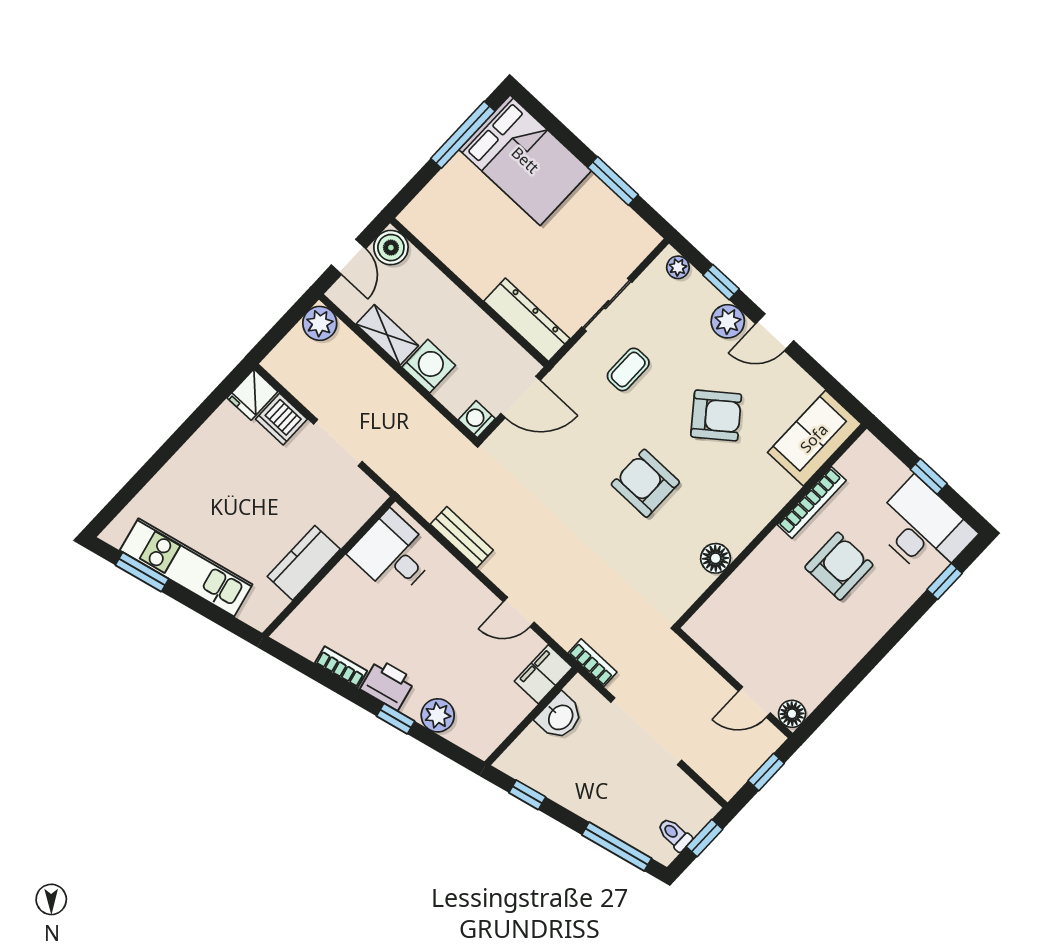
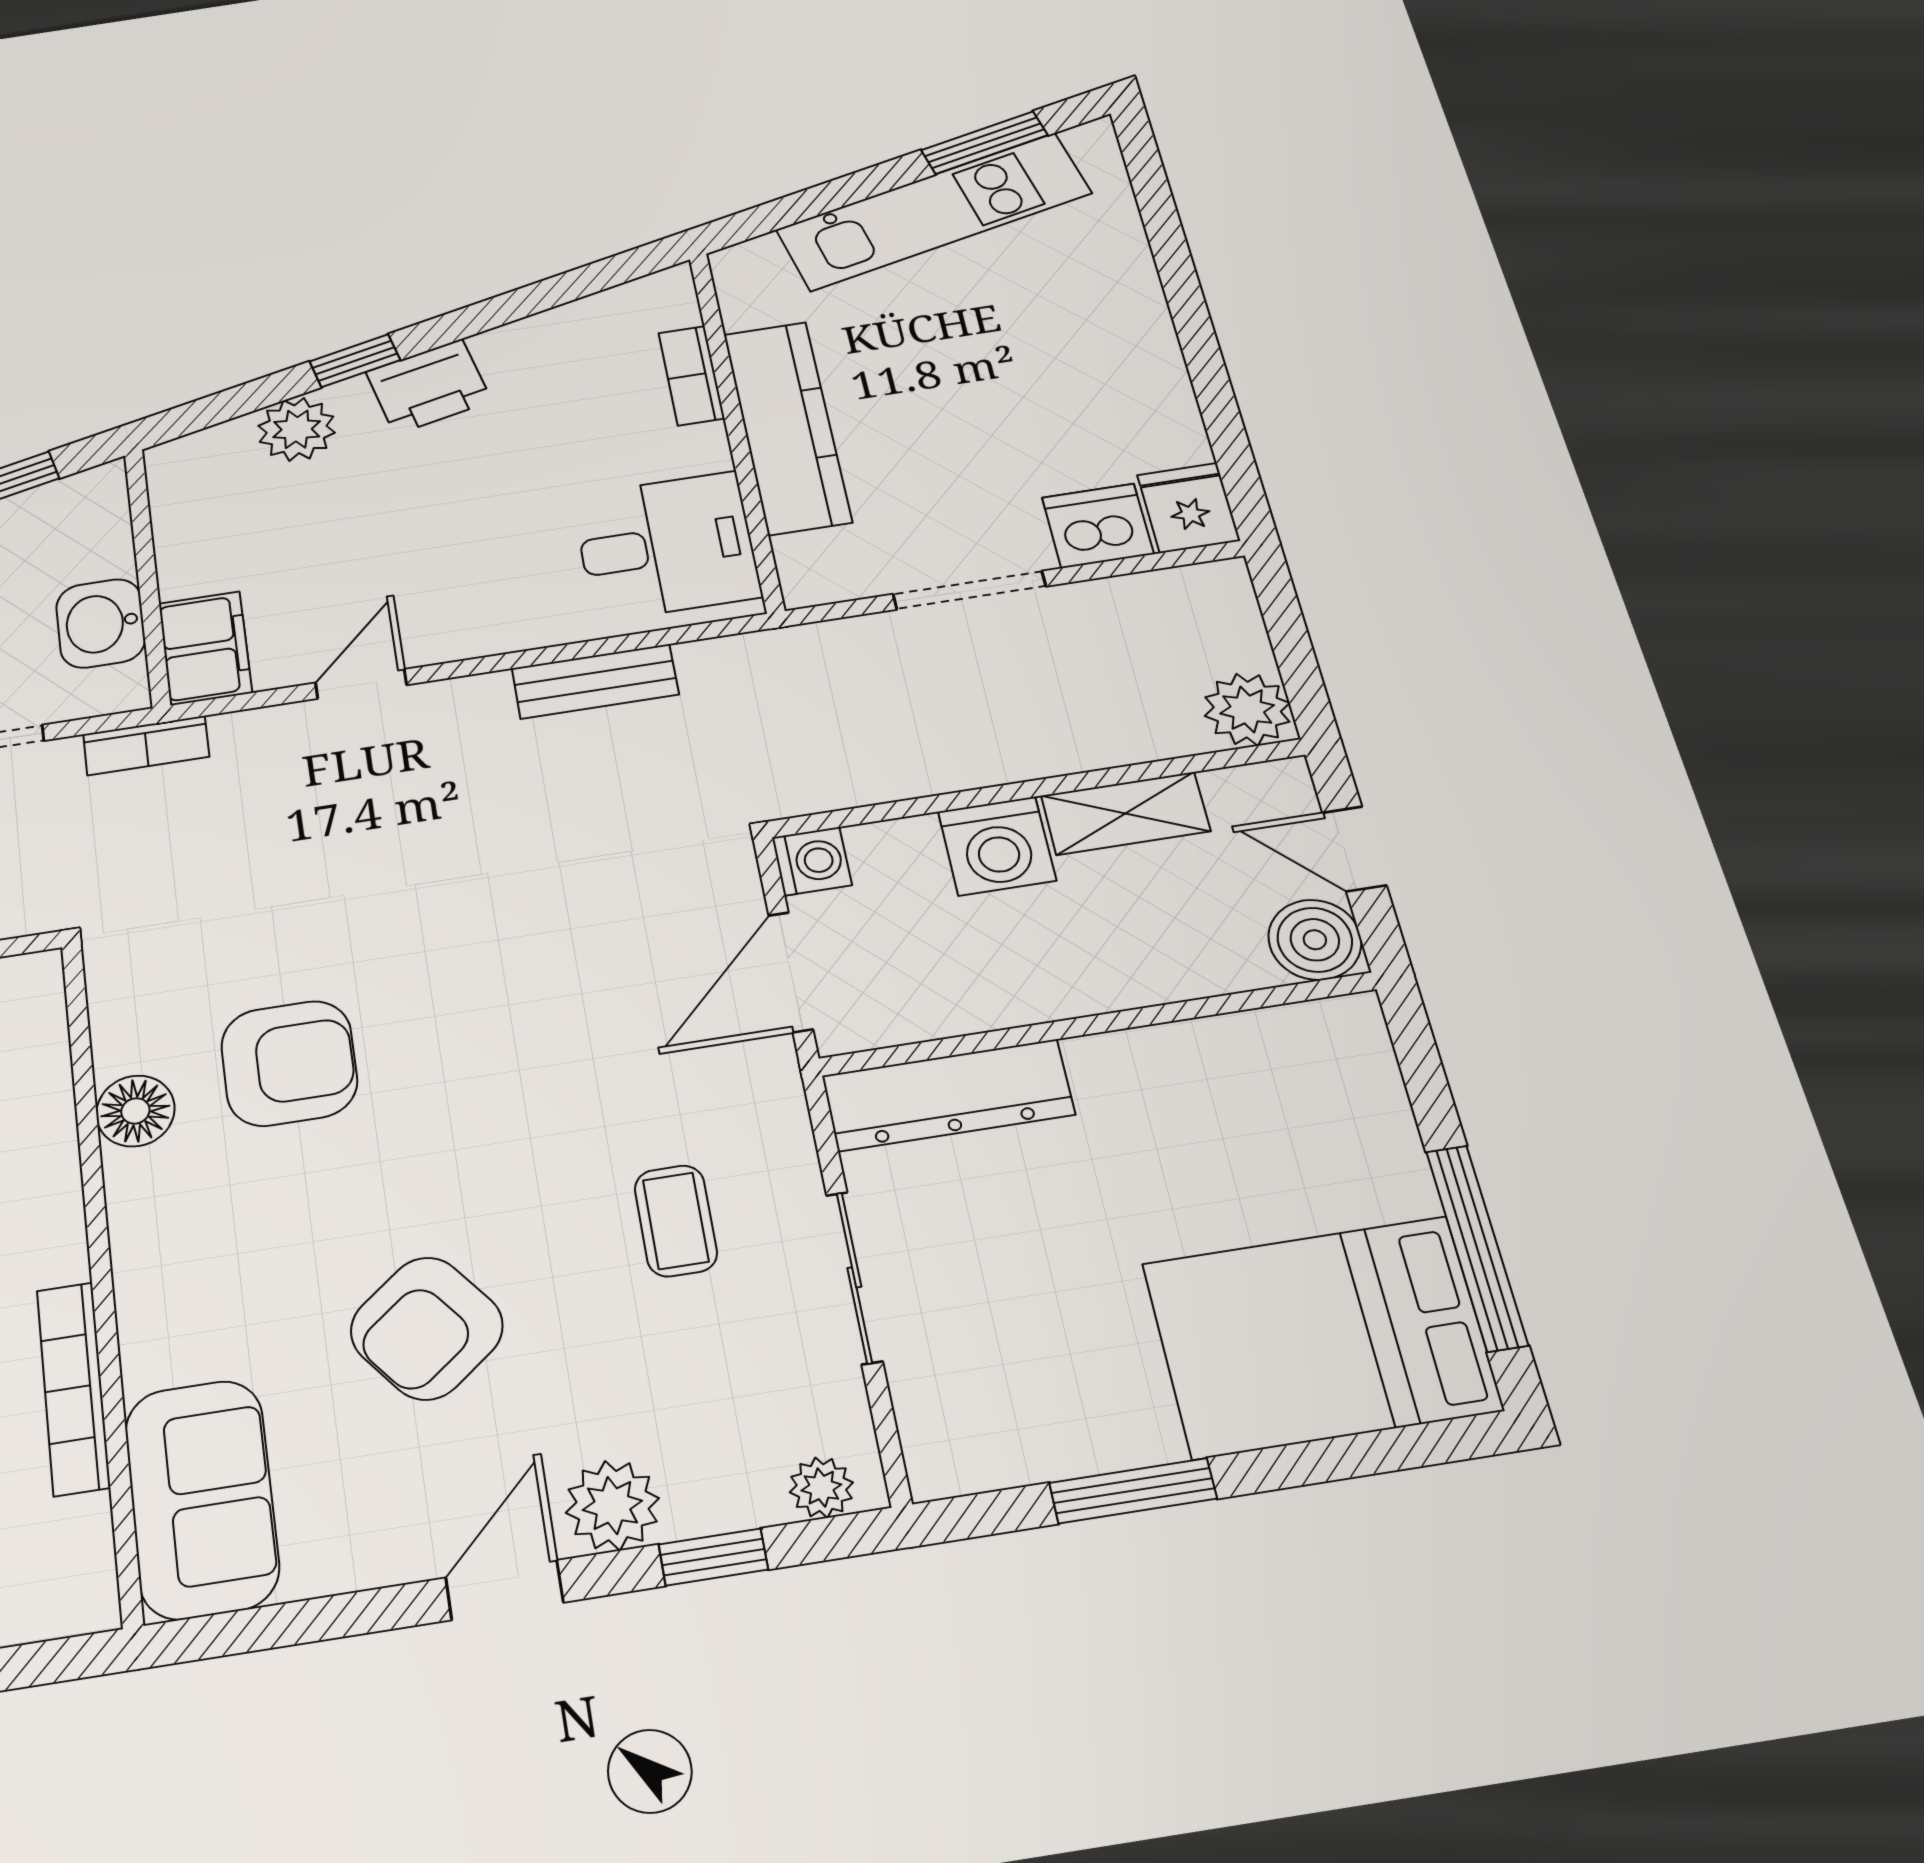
armchair: (645, 483) -> (289, 1063), moved
kitchen counter: (304, 563) -> (787, 427), width x1.50
bookcase: (341, 667) -> (691, 375), moved, turned 103

